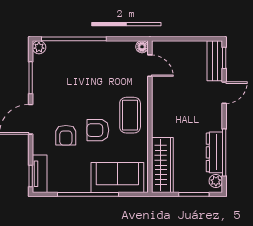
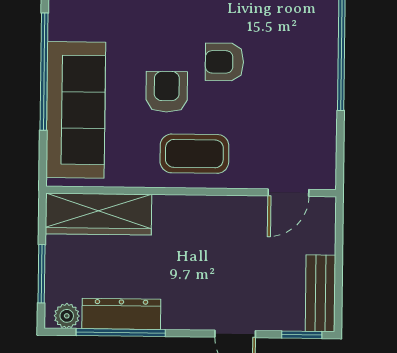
floor lamp: (142, 47) -> (325, 178), removed
bench: (215, 61) -> (320, 293), moved, turned 90
armchair: (66, 135) -> (224, 62), moved
sofa: (117, 178) -> (76, 110), width x1.36

